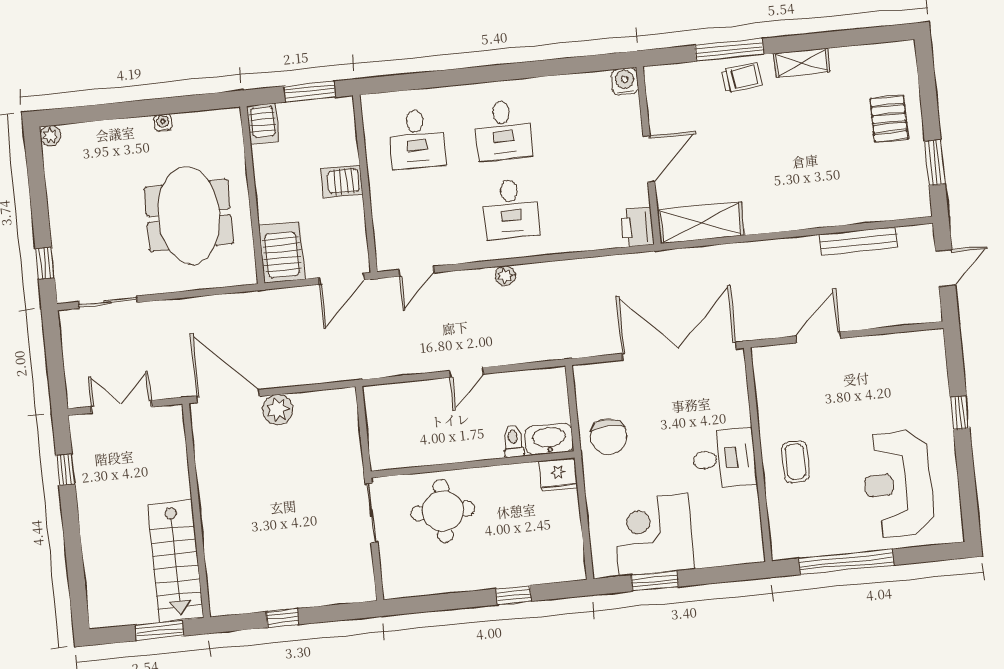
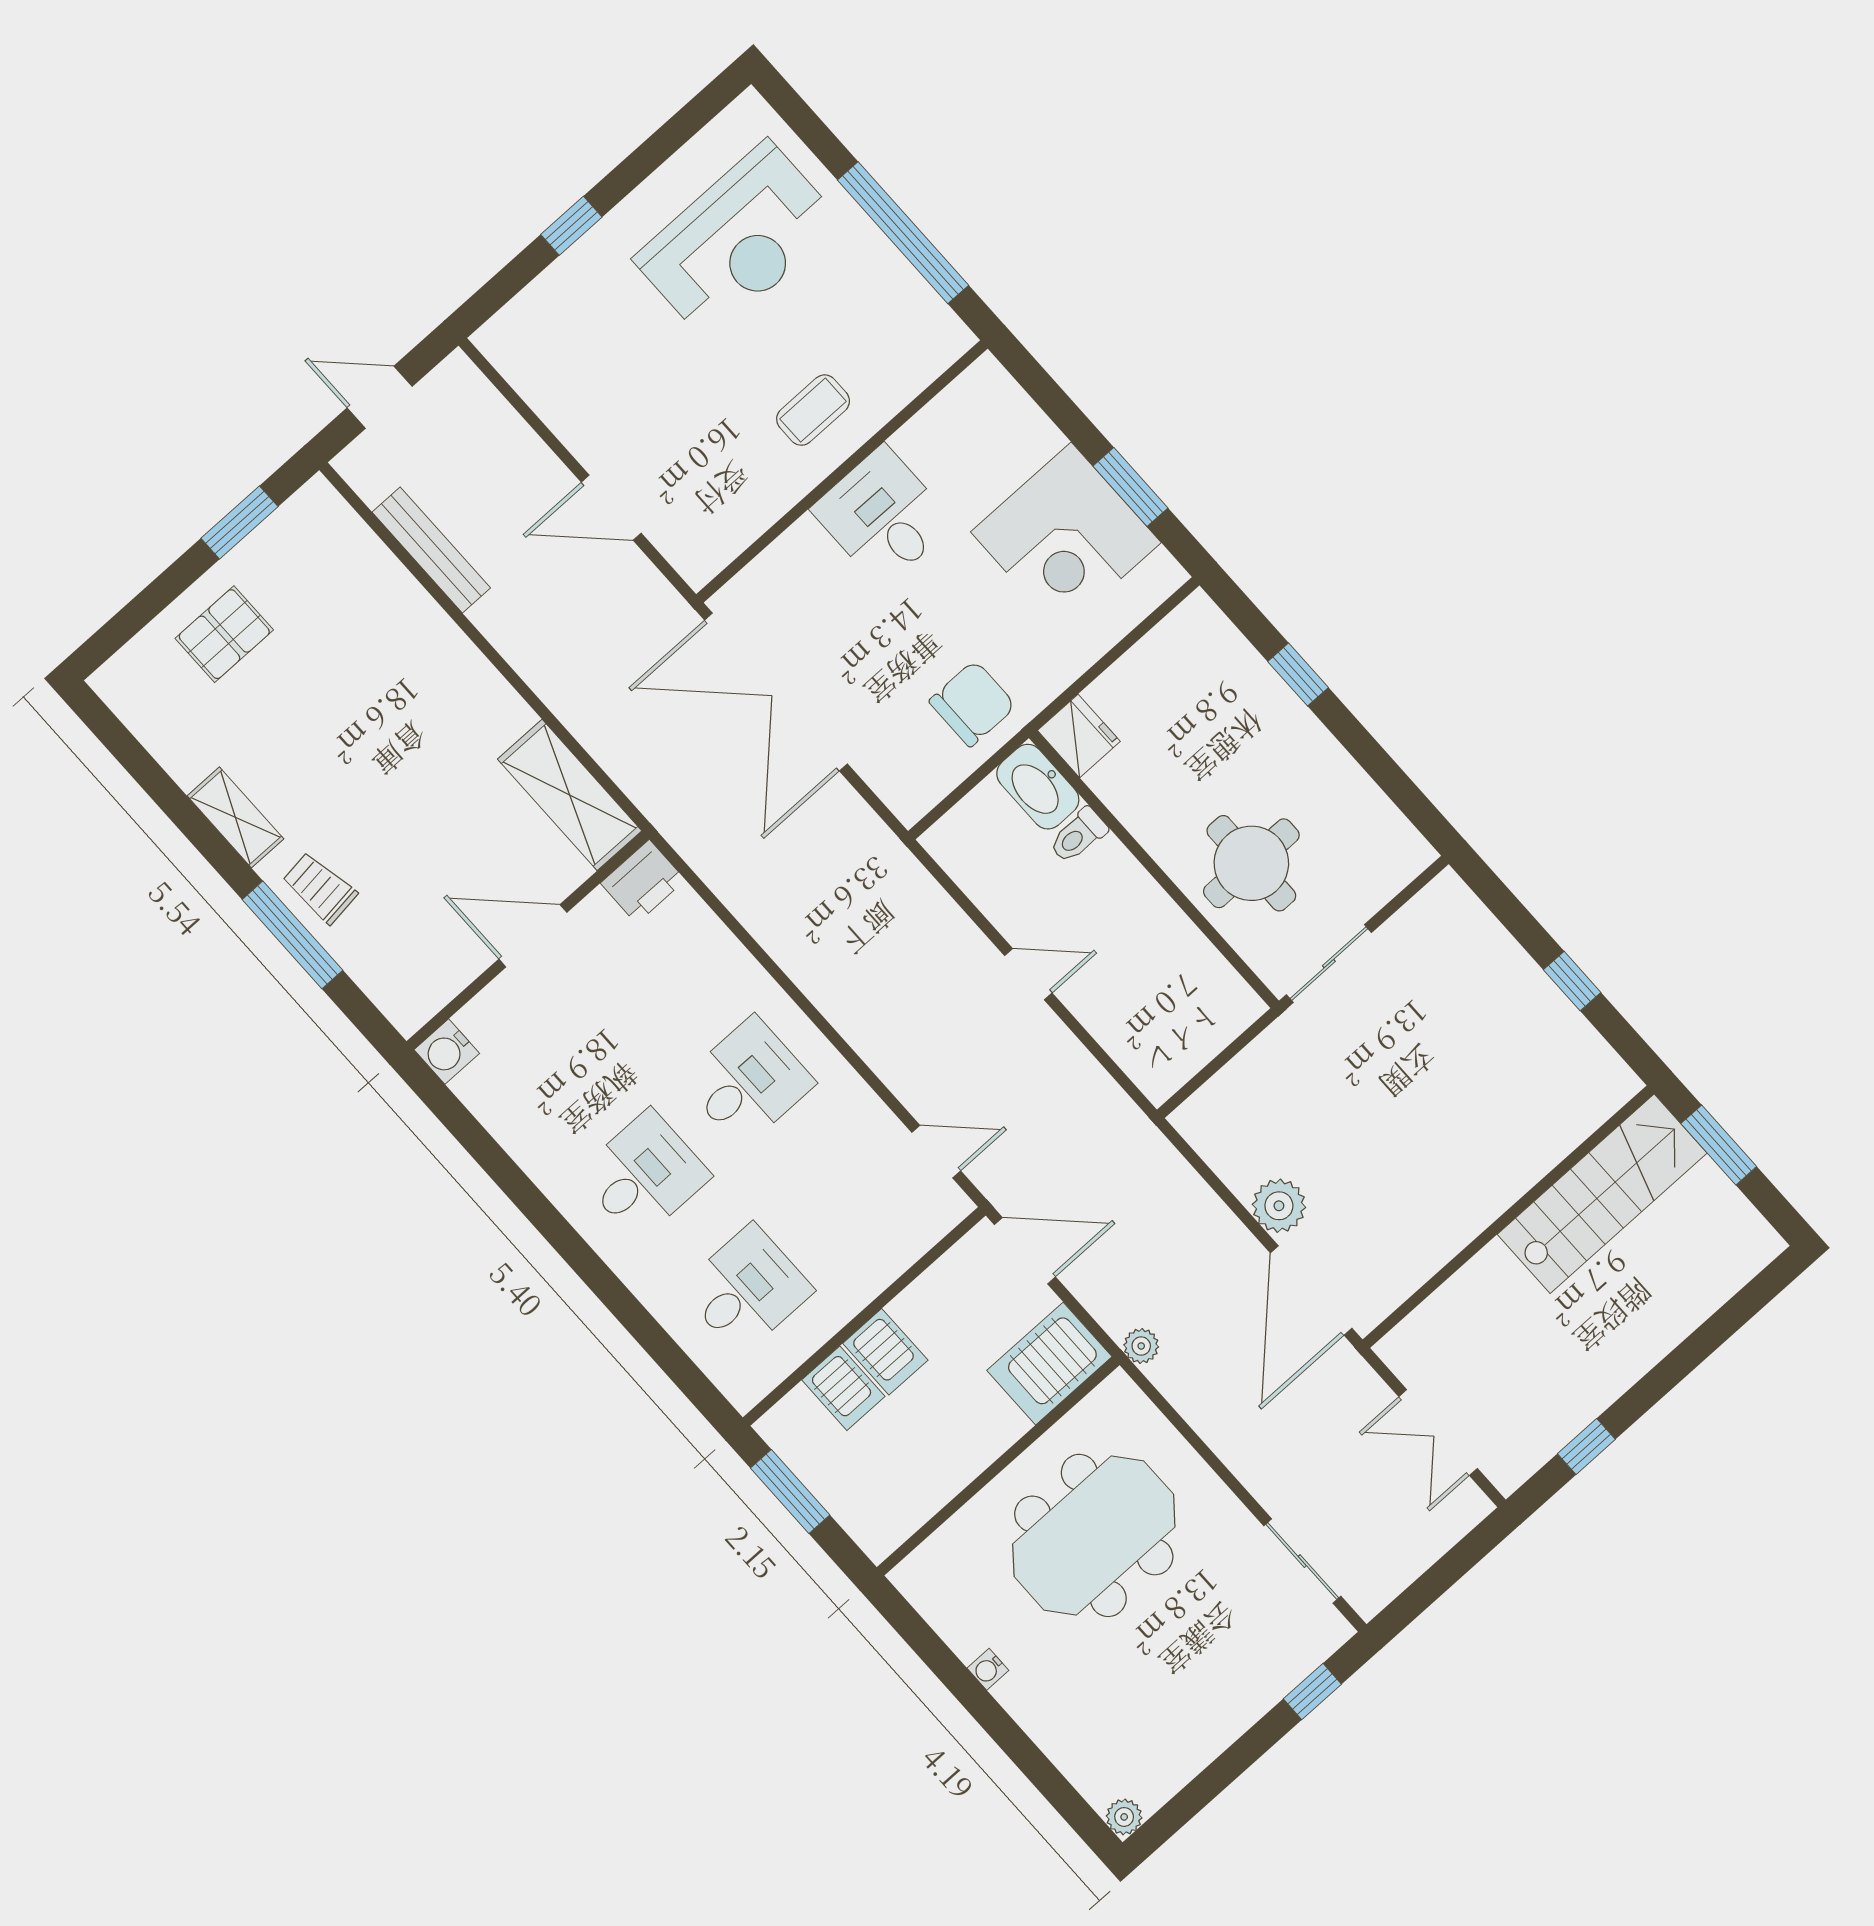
server rack: (263, 124) -> (843, 1388), moved, turned 90
plant: (505, 276) -> (1141, 1346), moved

